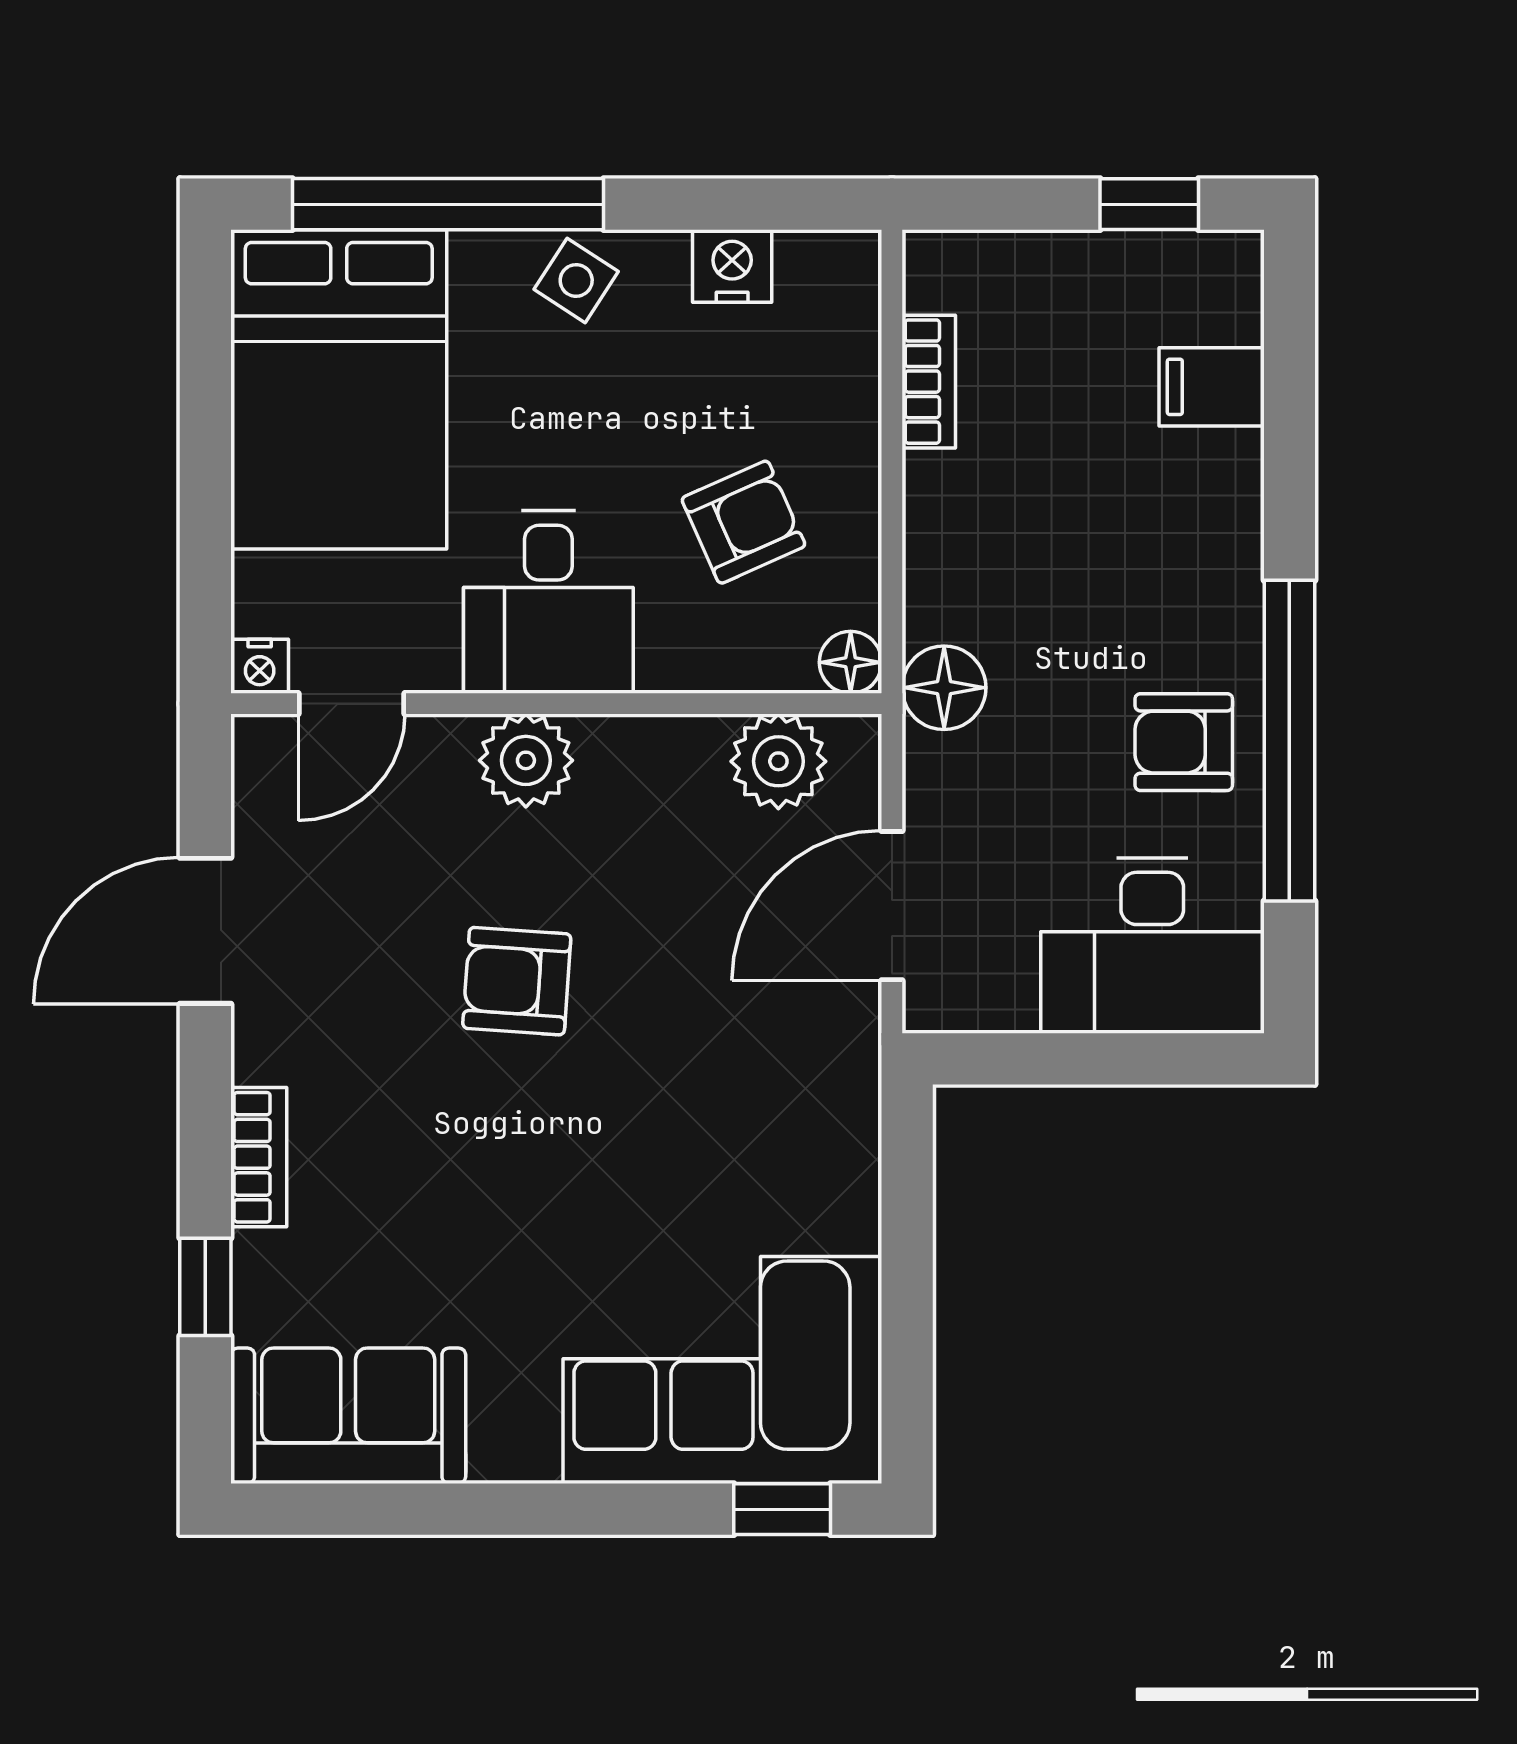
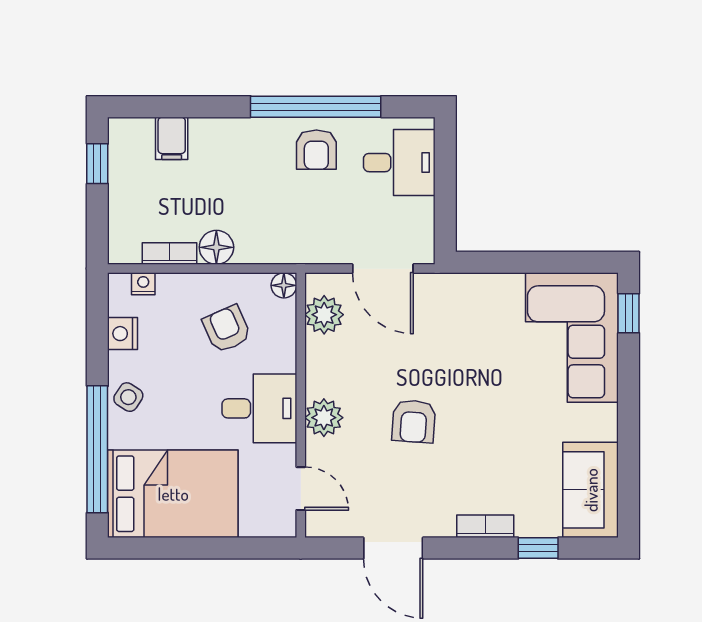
nightstand: (260, 666) -> (143, 284), moved, turned -90
floor lamp: (944, 688) -> (216, 247), moved
desk: (1152, 946) -> (399, 163), width x0.73

